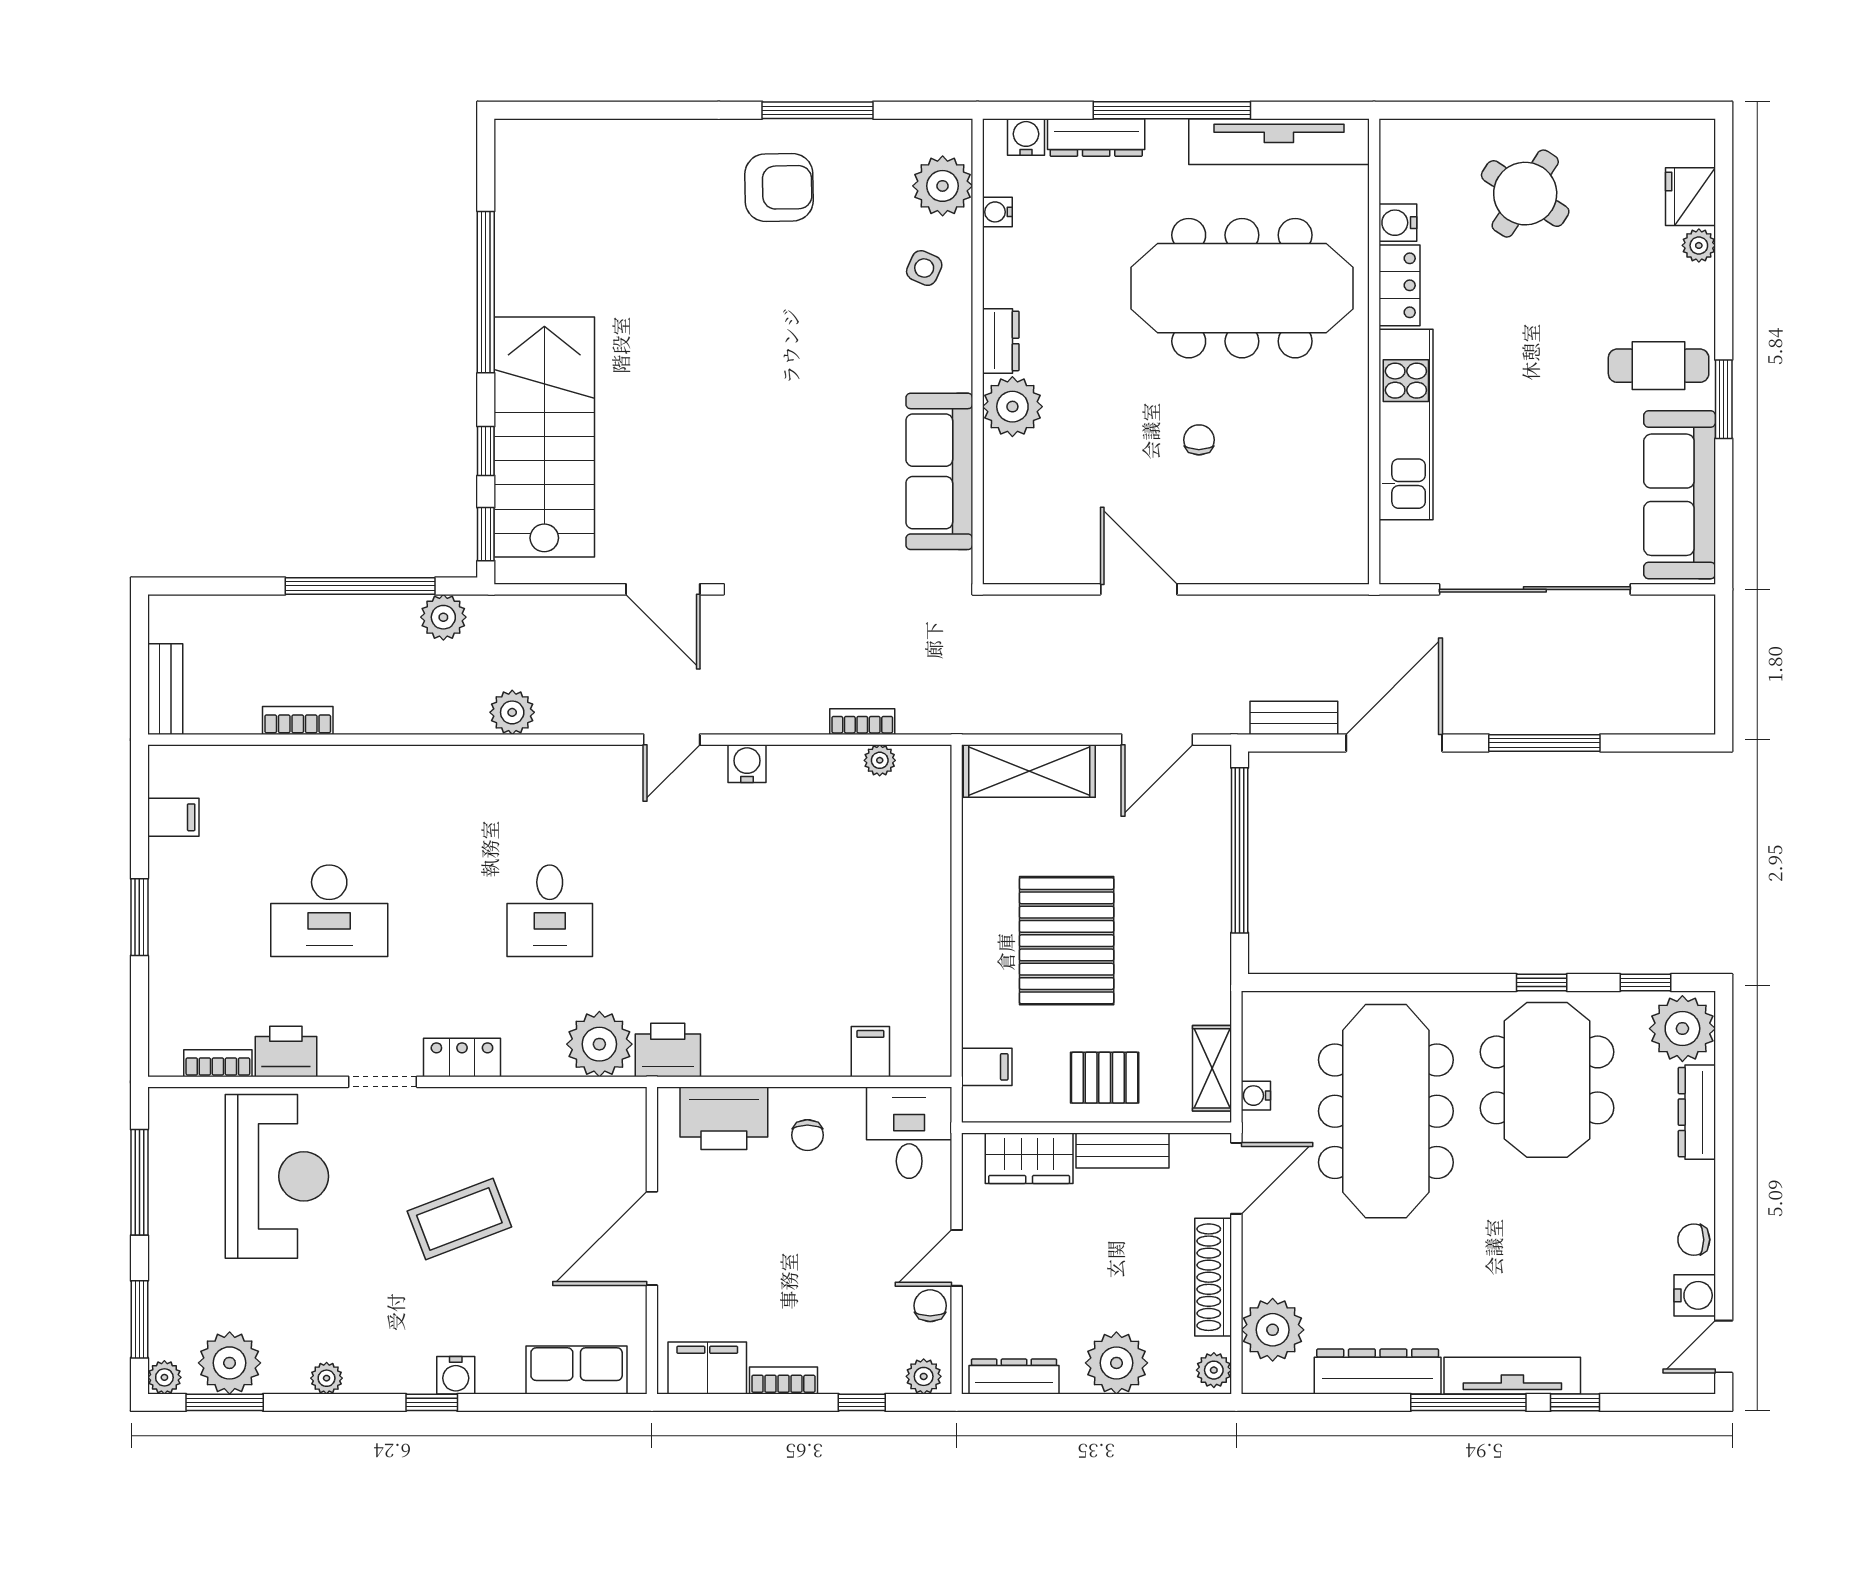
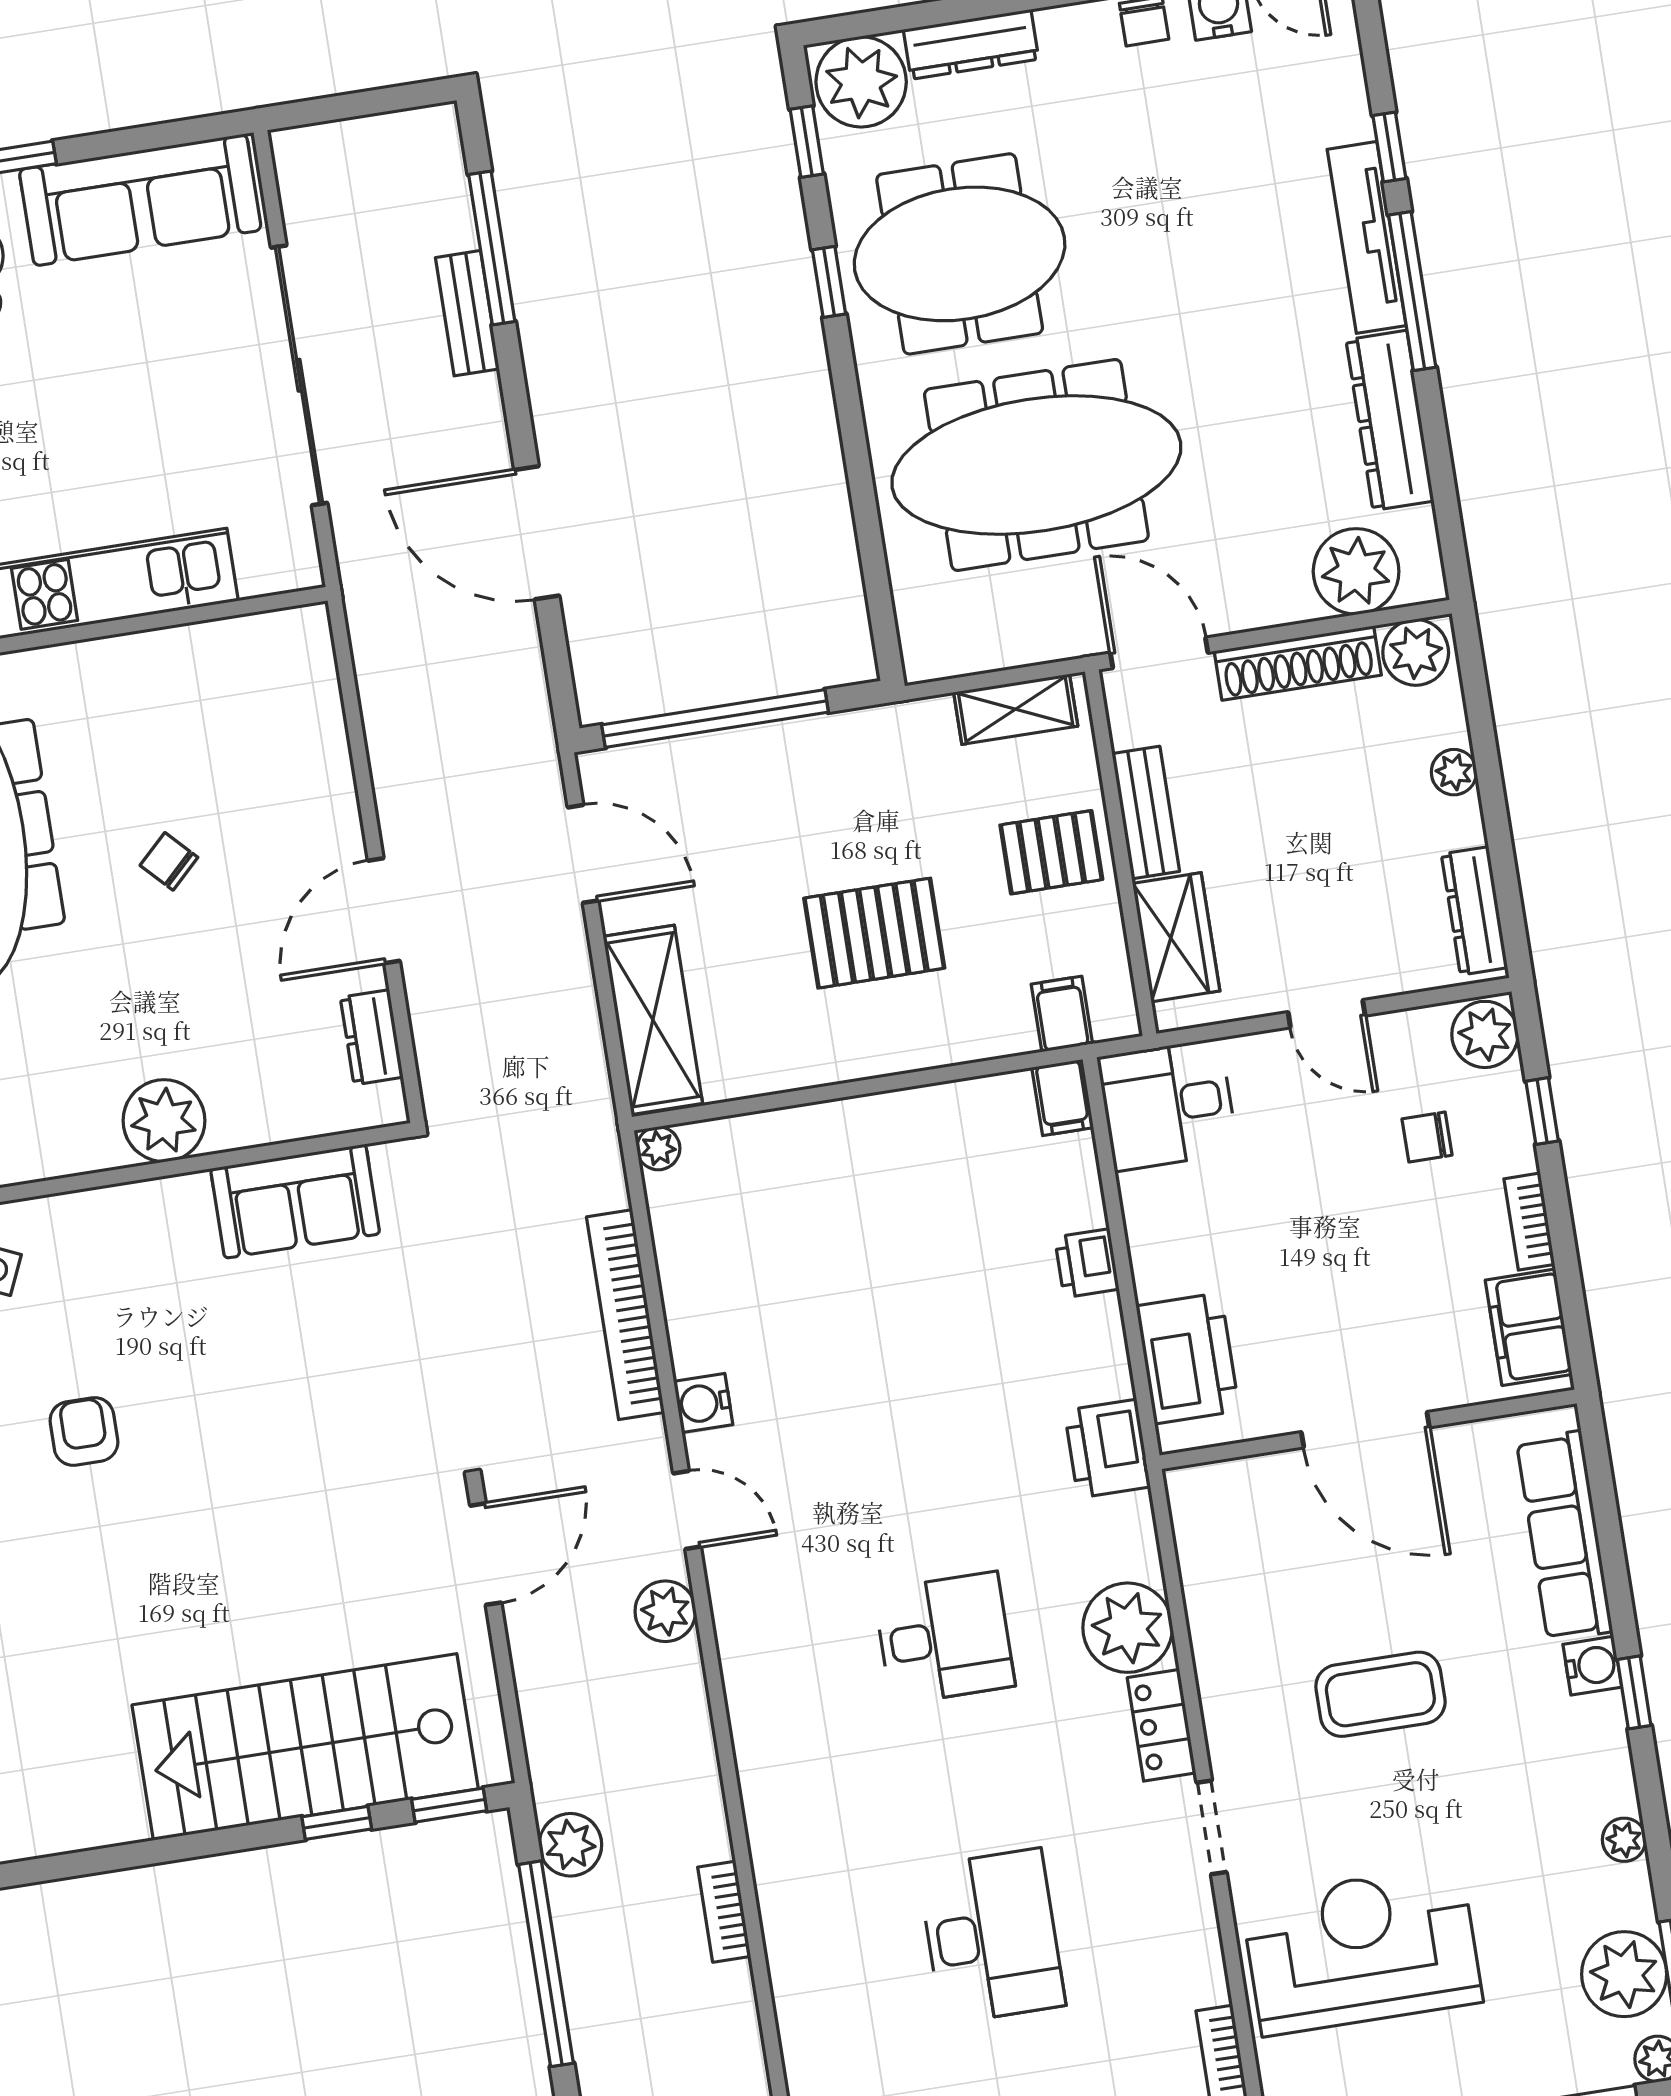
window: (486, 292) -> (122, 1857), removed
armchair: (797, 313) -> (84, 1431), added
dresser: (1001, 341) -> (372, 1037), moved, turned -90
chair: (1199, 440) -> (169, 861), turned 46
sofa: (939, 471) -> (295, 1201), width x0.73
plant: (512, 712) -> (665, 1611), moved
bench: (1294, 718) -> (467, 313), moved
bookcase: (298, 721) -> (724, 1912), moved
bookcase: (862, 722) -> (625, 1315), width x2.31, depth x1.31
window: (1544, 743) -> (492, 248), moved
plant: (880, 760) -> (658, 1148), moved
pallet: (1067, 941) -> (874, 933), width x0.73, depth x0.71
plant: (599, 1044) -> (1128, 1628), moved
printer: (286, 1052) -> (1087, 1263), moved, width x0.73, depth x0.81
filing cabinet: (870, 1052) -> (1063, 1097), moved, turned -90
pallet: (1105, 1078) -> (1051, 852), turned 90
water cooler: (1256, 1096) -> (1043, 644), removed
chair: (807, 1135) -> (1192, 1242), removed
coffee table: (459, 1219) -> (1380, 1694), turned -69
chair: (930, 1306) -> (1427, 1137), moved
plant: (1116, 1363) -> (1454, 772), width x0.53, depth x0.53
row of seats: (577, 1370) -> (1564, 1536), width x1.48
plant: (1214, 1370) -> (1416, 652), width x1.38, depth x1.38
plant: (924, 1376) -> (1485, 1034), width x1.38, depth x1.38

